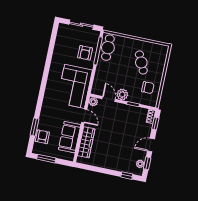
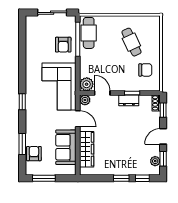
window: (42, 92) -> (22, 102), added
plant: (122, 94) -> (87, 84), moved
dresser: (129, 110) -> (129, 100), added
window: (110, 172) -> (121, 178), added

